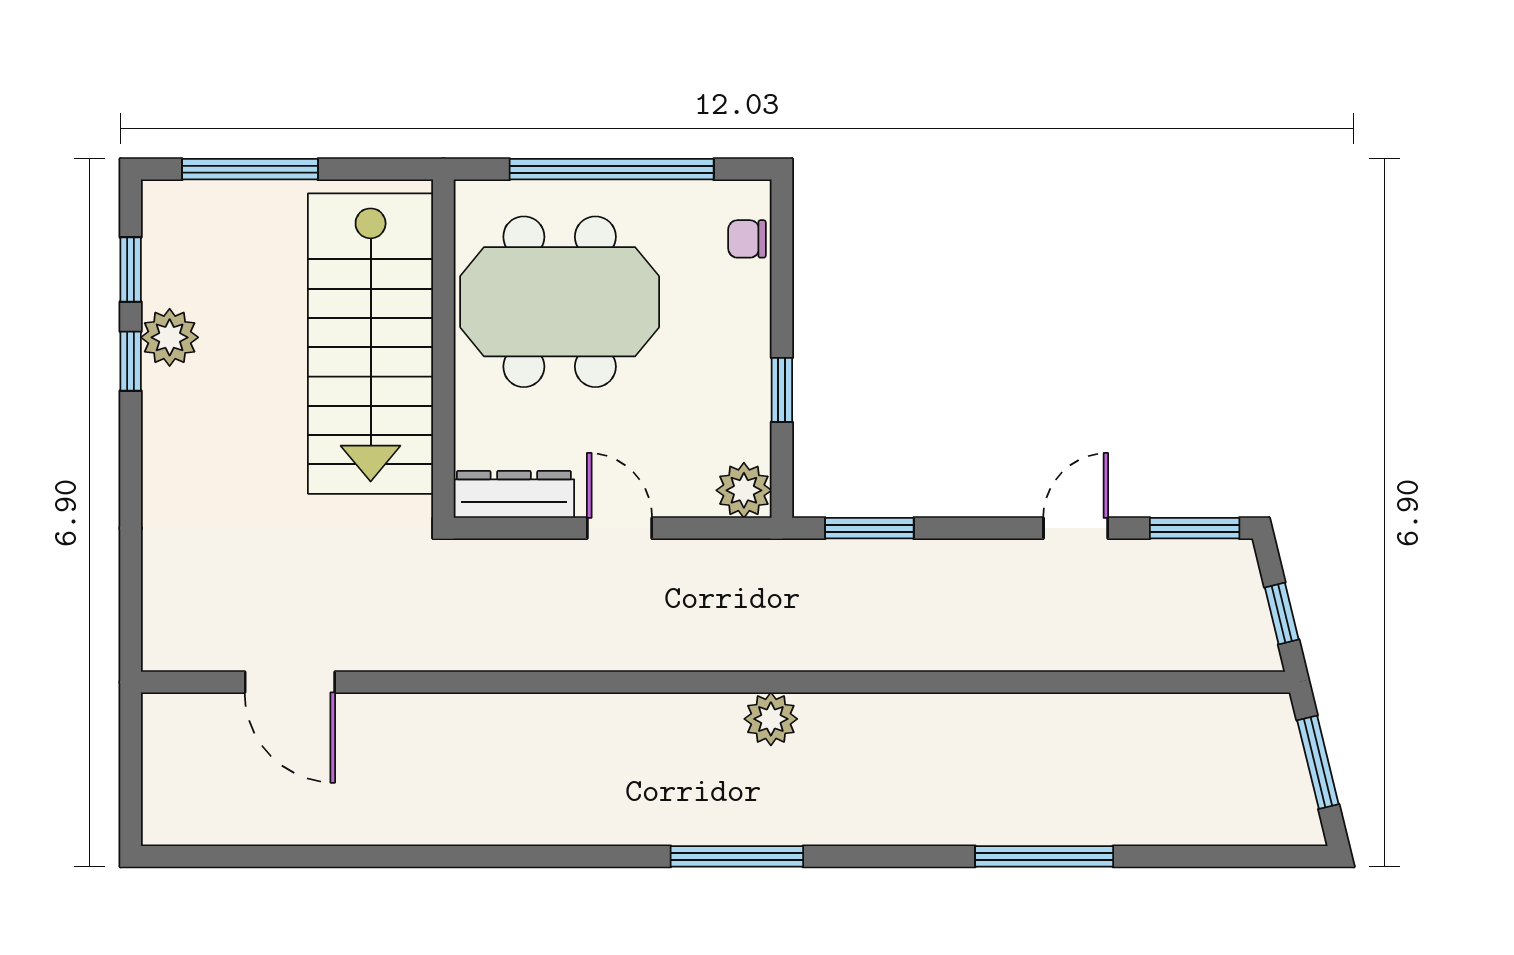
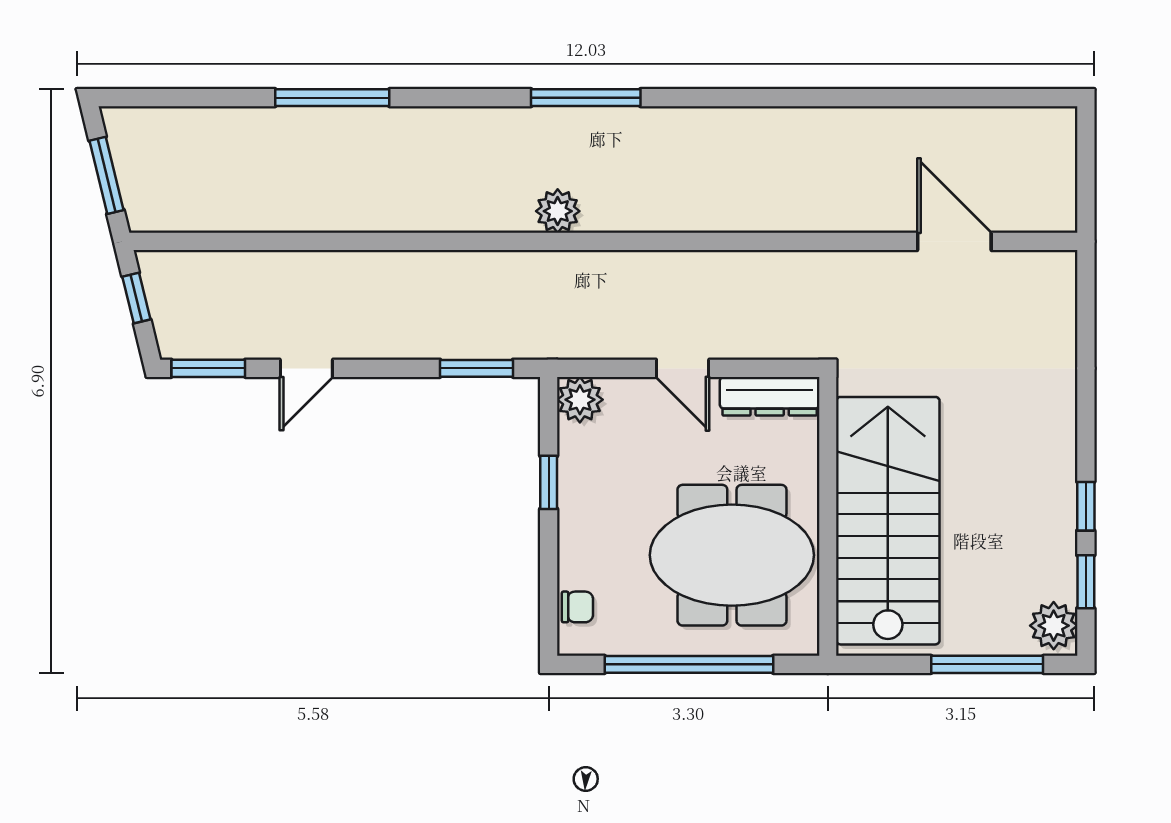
plant: (170, 337) -> (1054, 626), moved

